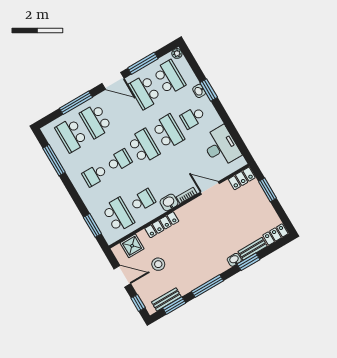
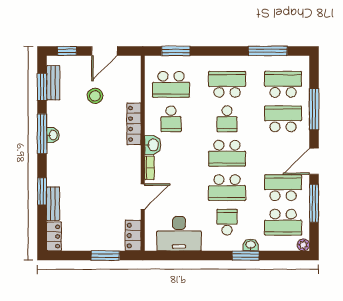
school desk: (95, 175) -> (227, 84), width x1.85
shower: (132, 246) -> (130, 80), removed
washbasin: (234, 260) -> (53, 135), moved

